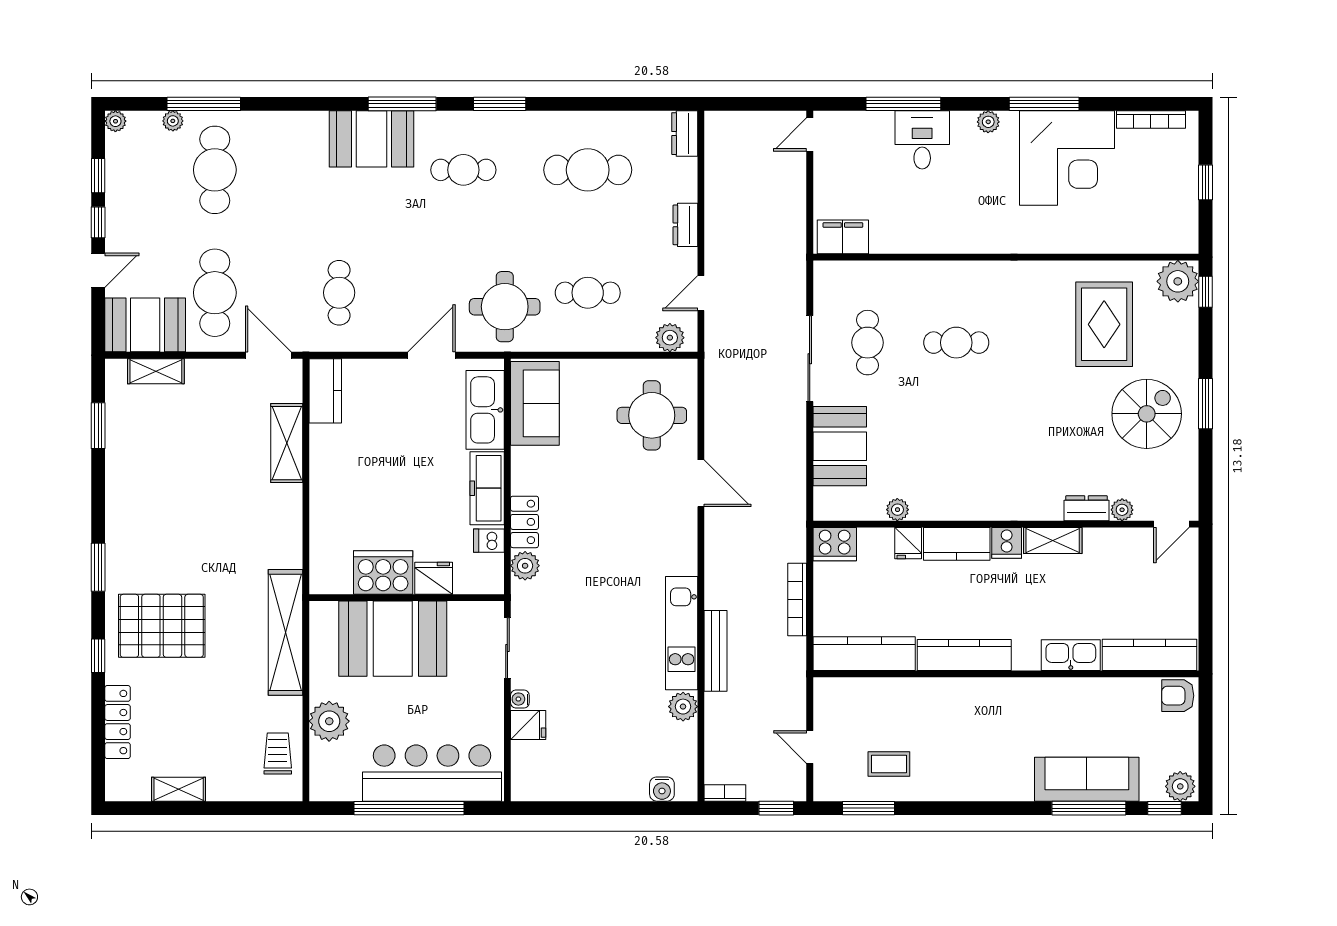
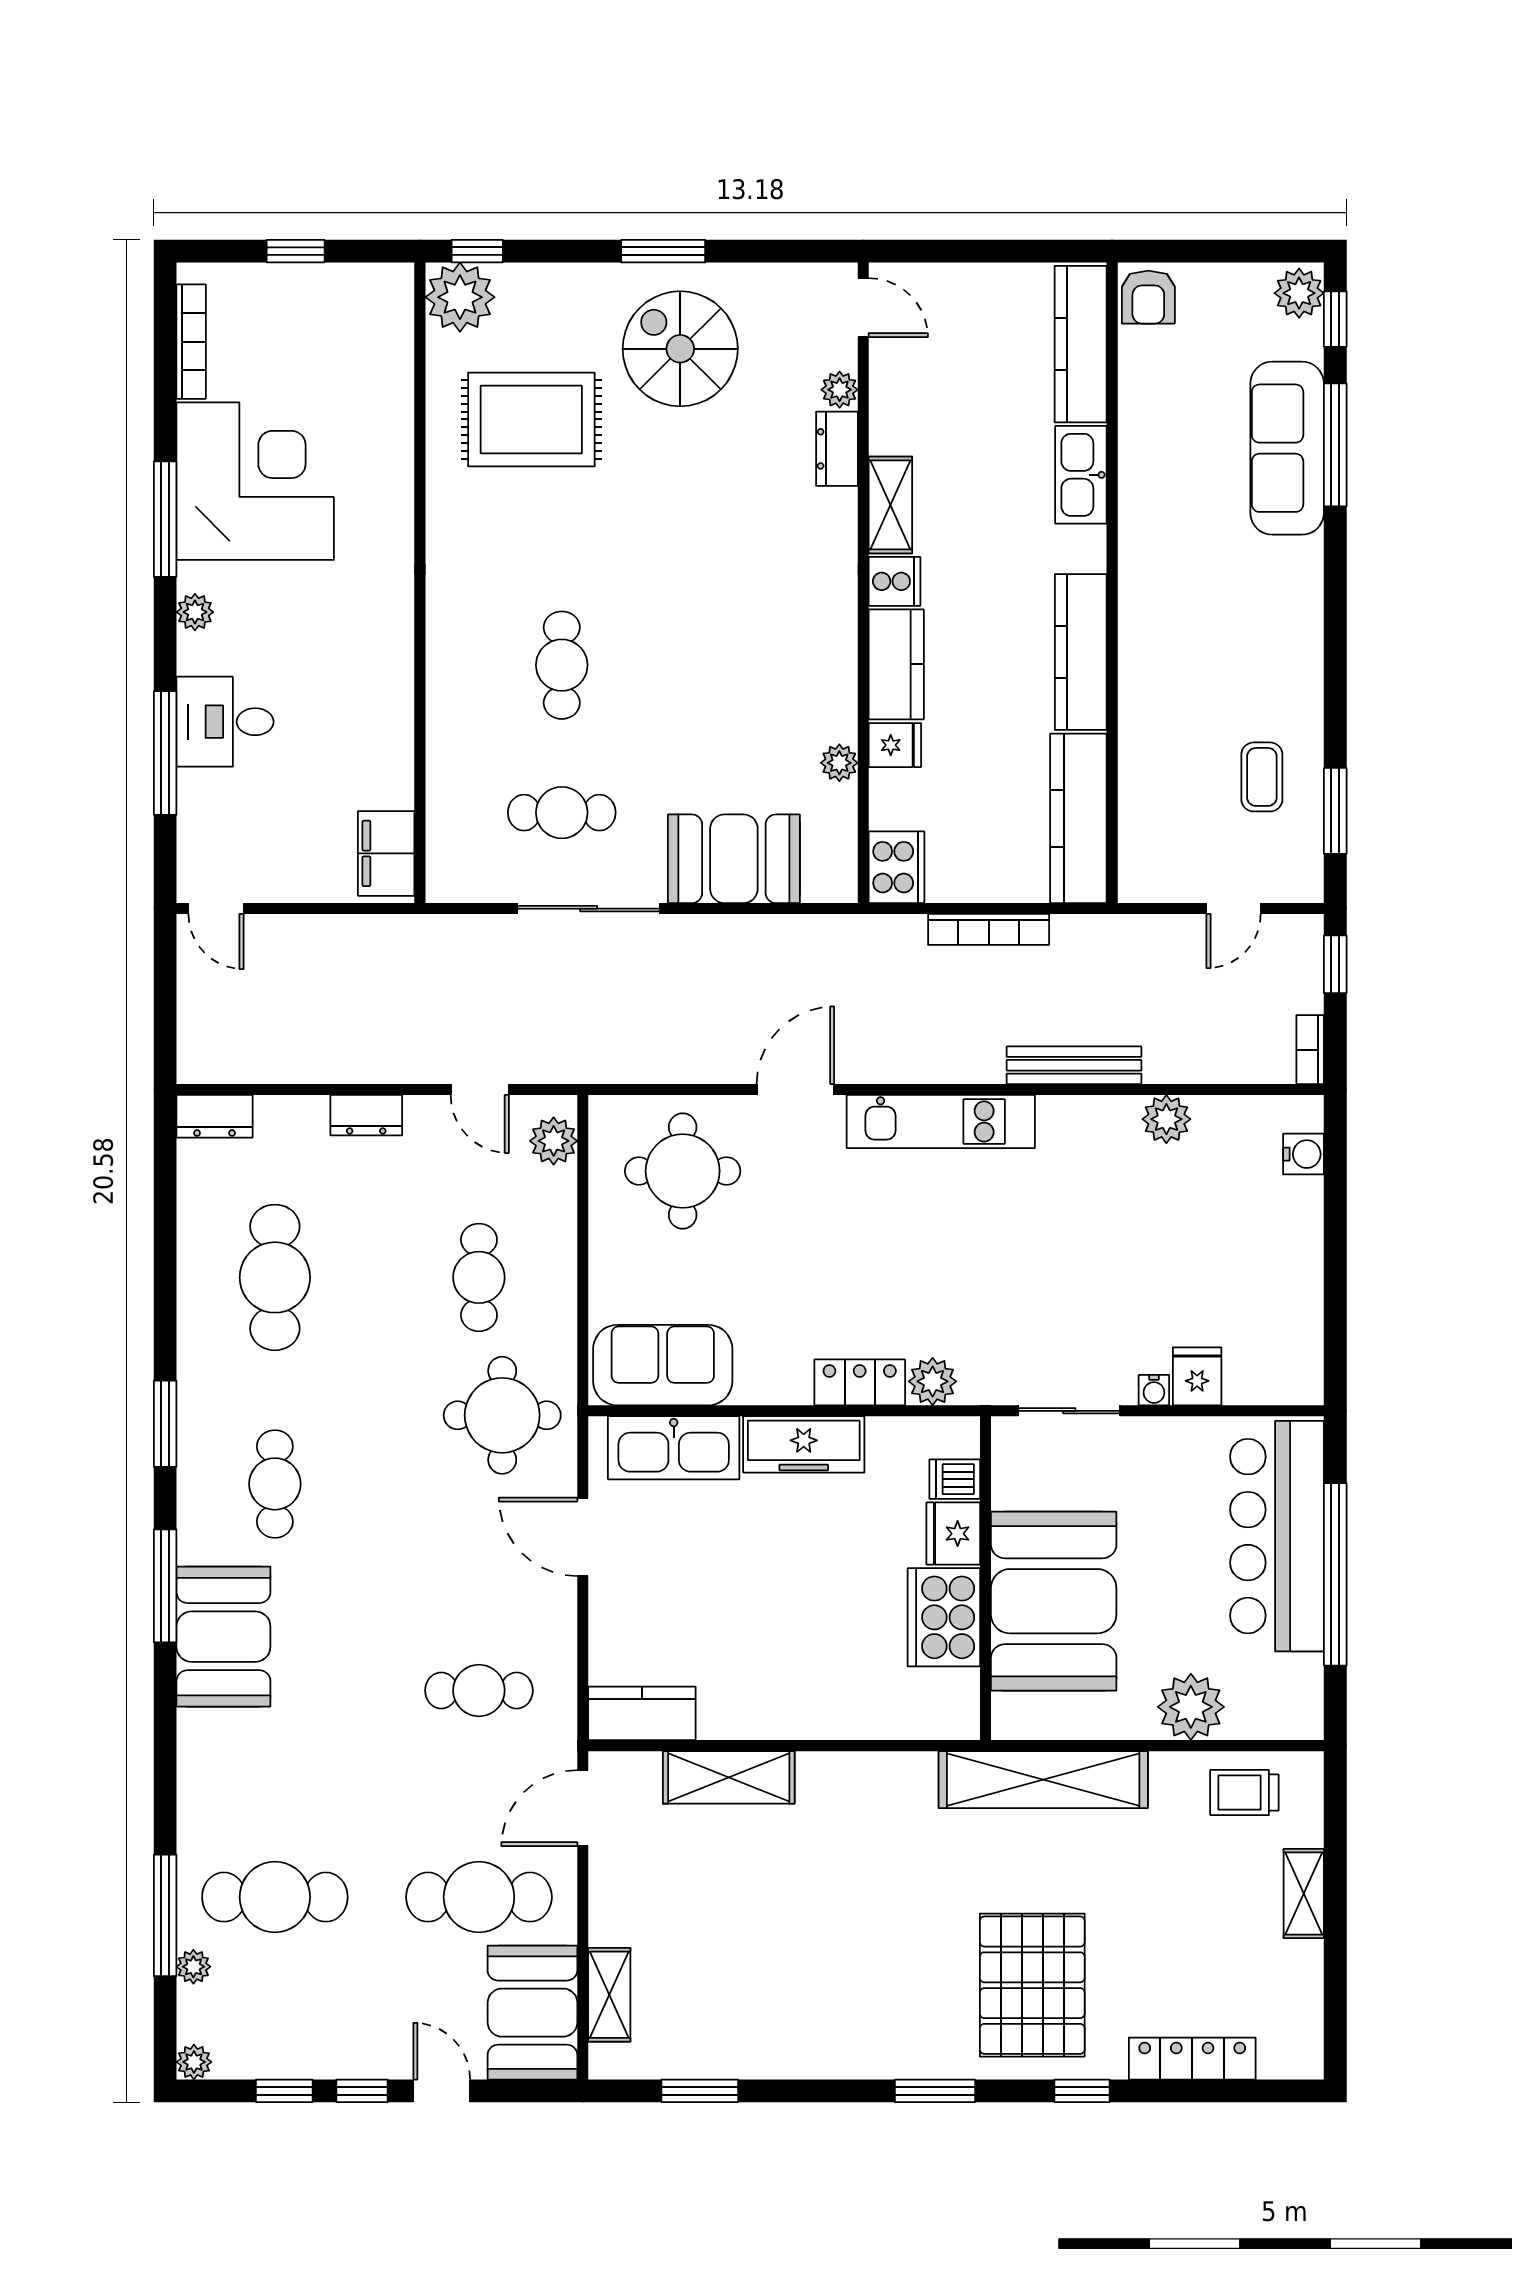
dishwasher: (489, 541) -> (955, 1479), moved, turned 90
kitchen unit: (682, 633) -> (941, 1122), moved
shelving: (179, 789) -> (1304, 1894), moved

